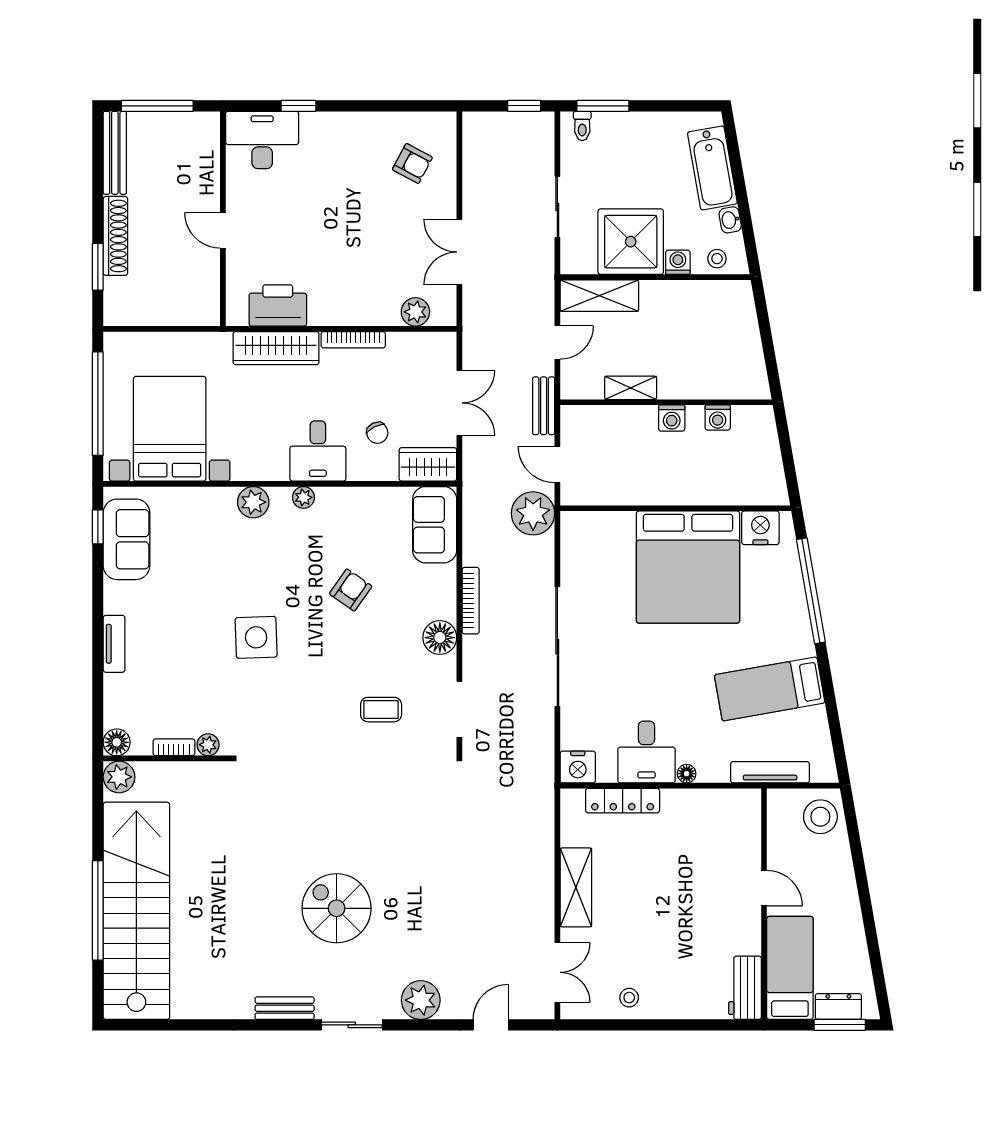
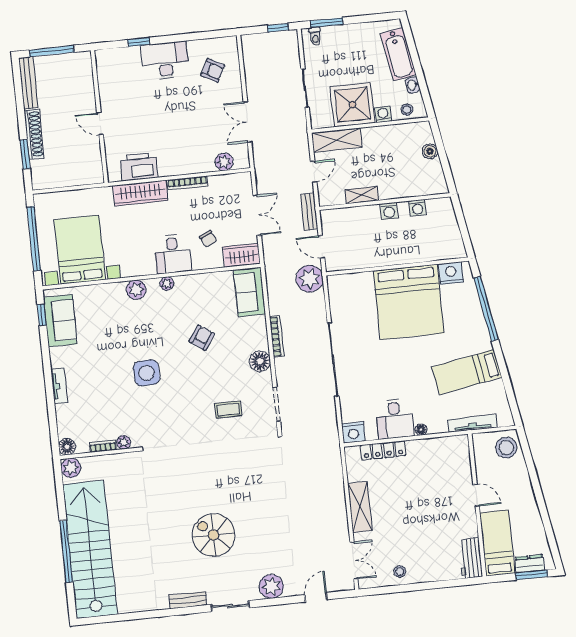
desk: (262, 140) -> (165, 61), moved
boiler: (747, 329) -> (430, 151), added

